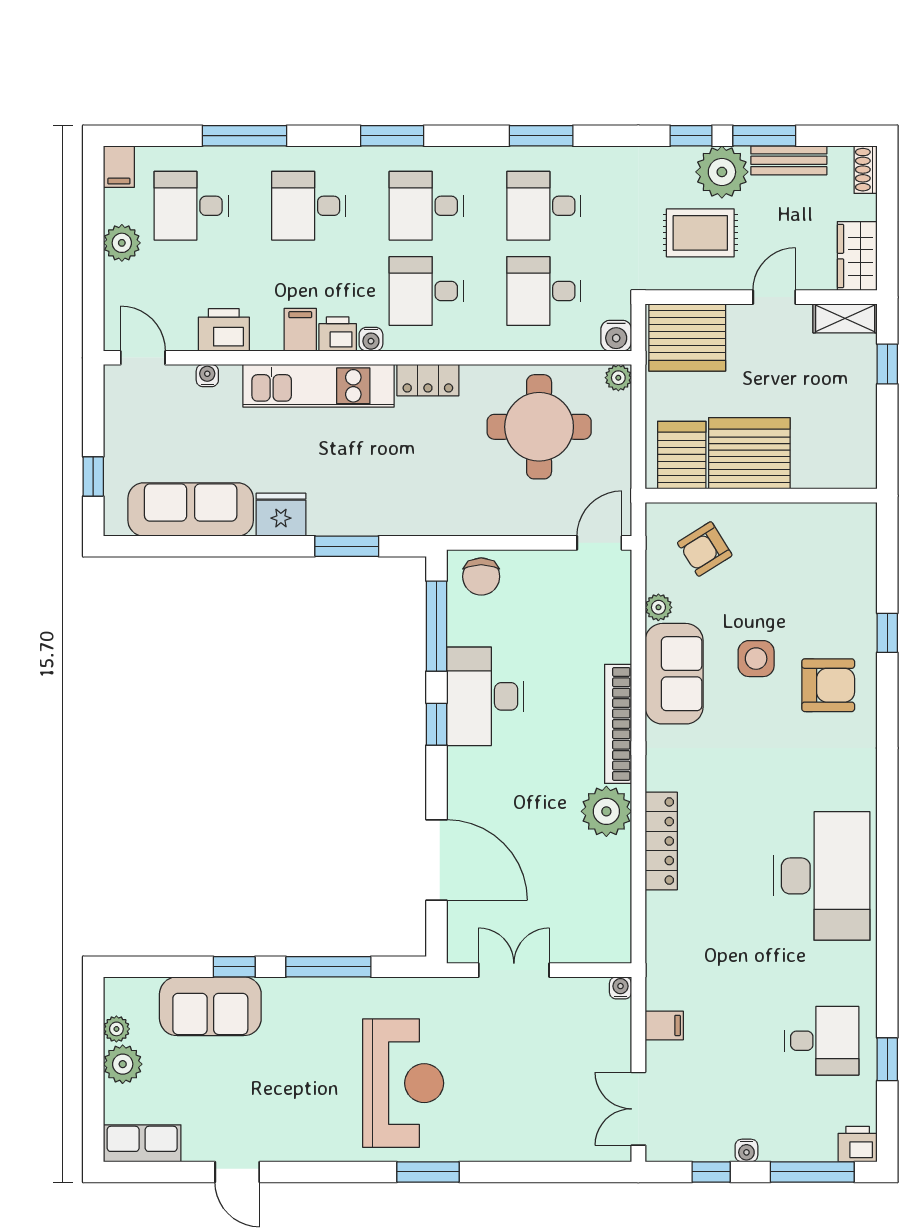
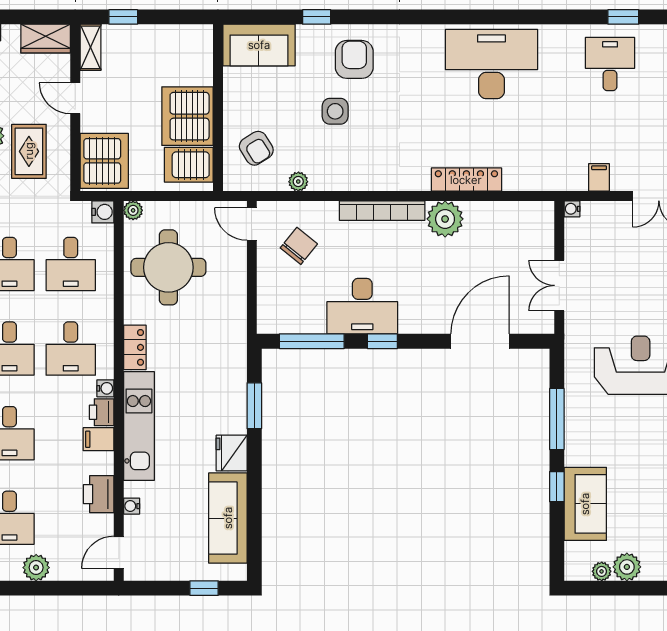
chair: (481, 577) -> (299, 246), moved, turned -51
sofa: (674, 674) -> (259, 45), moved, turned 180

